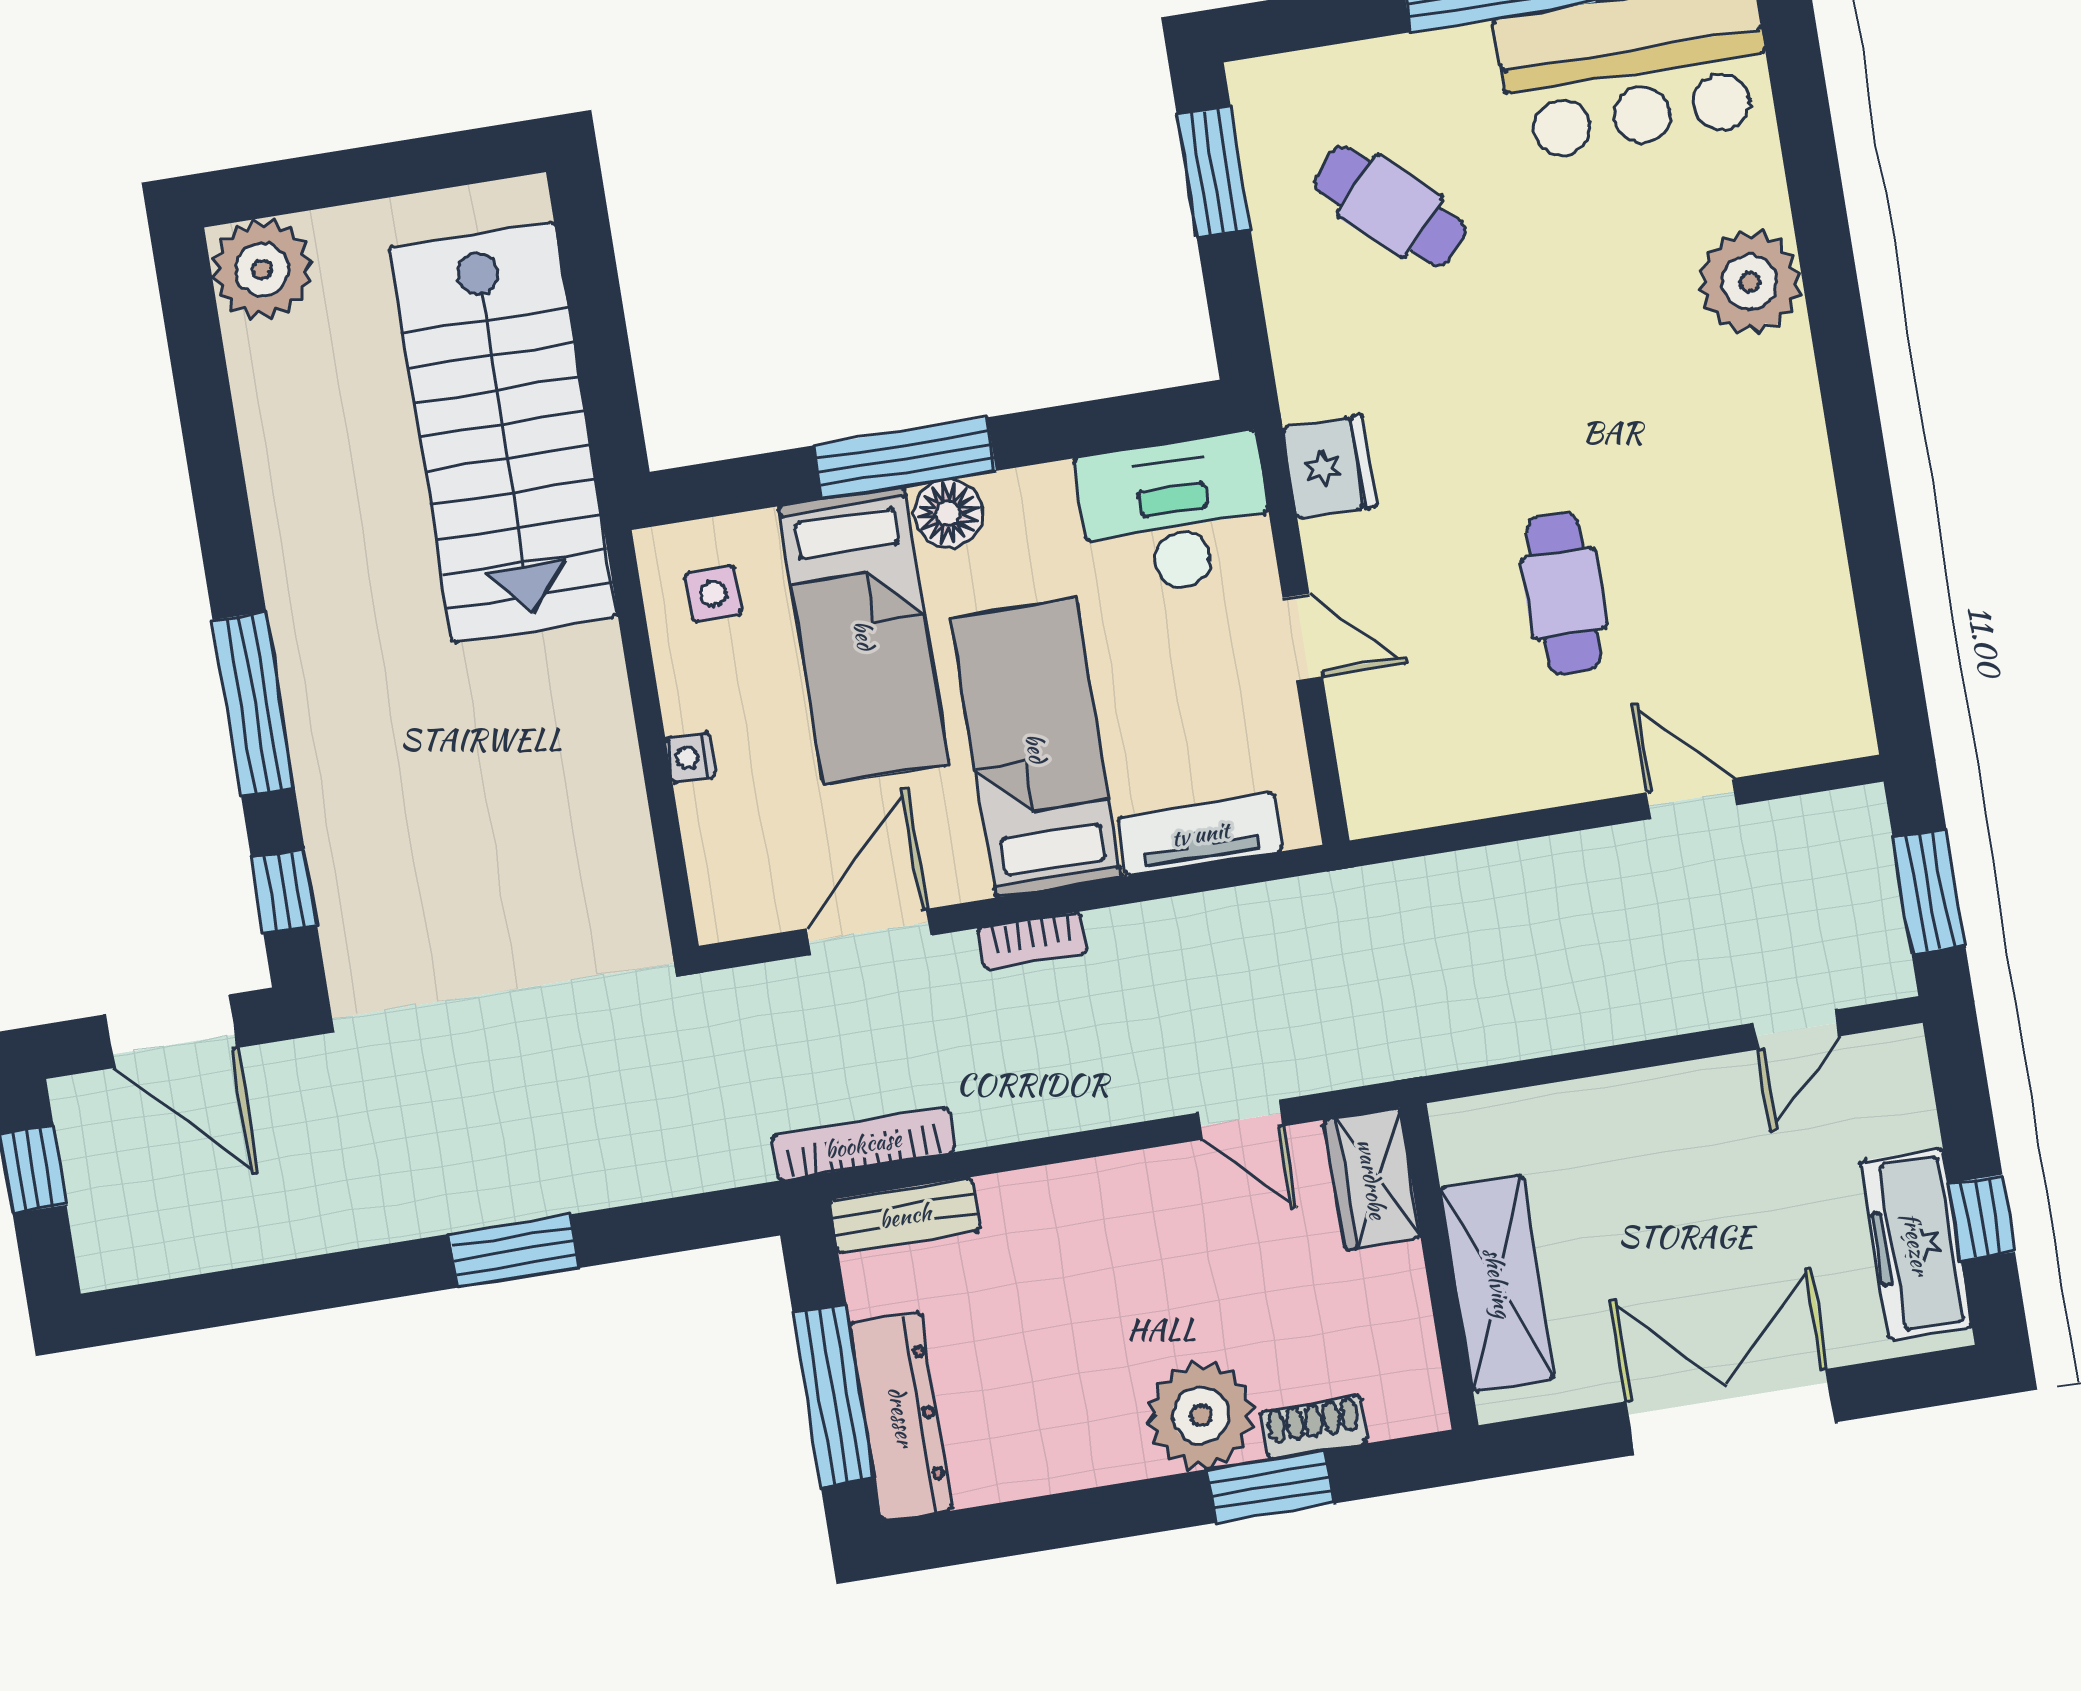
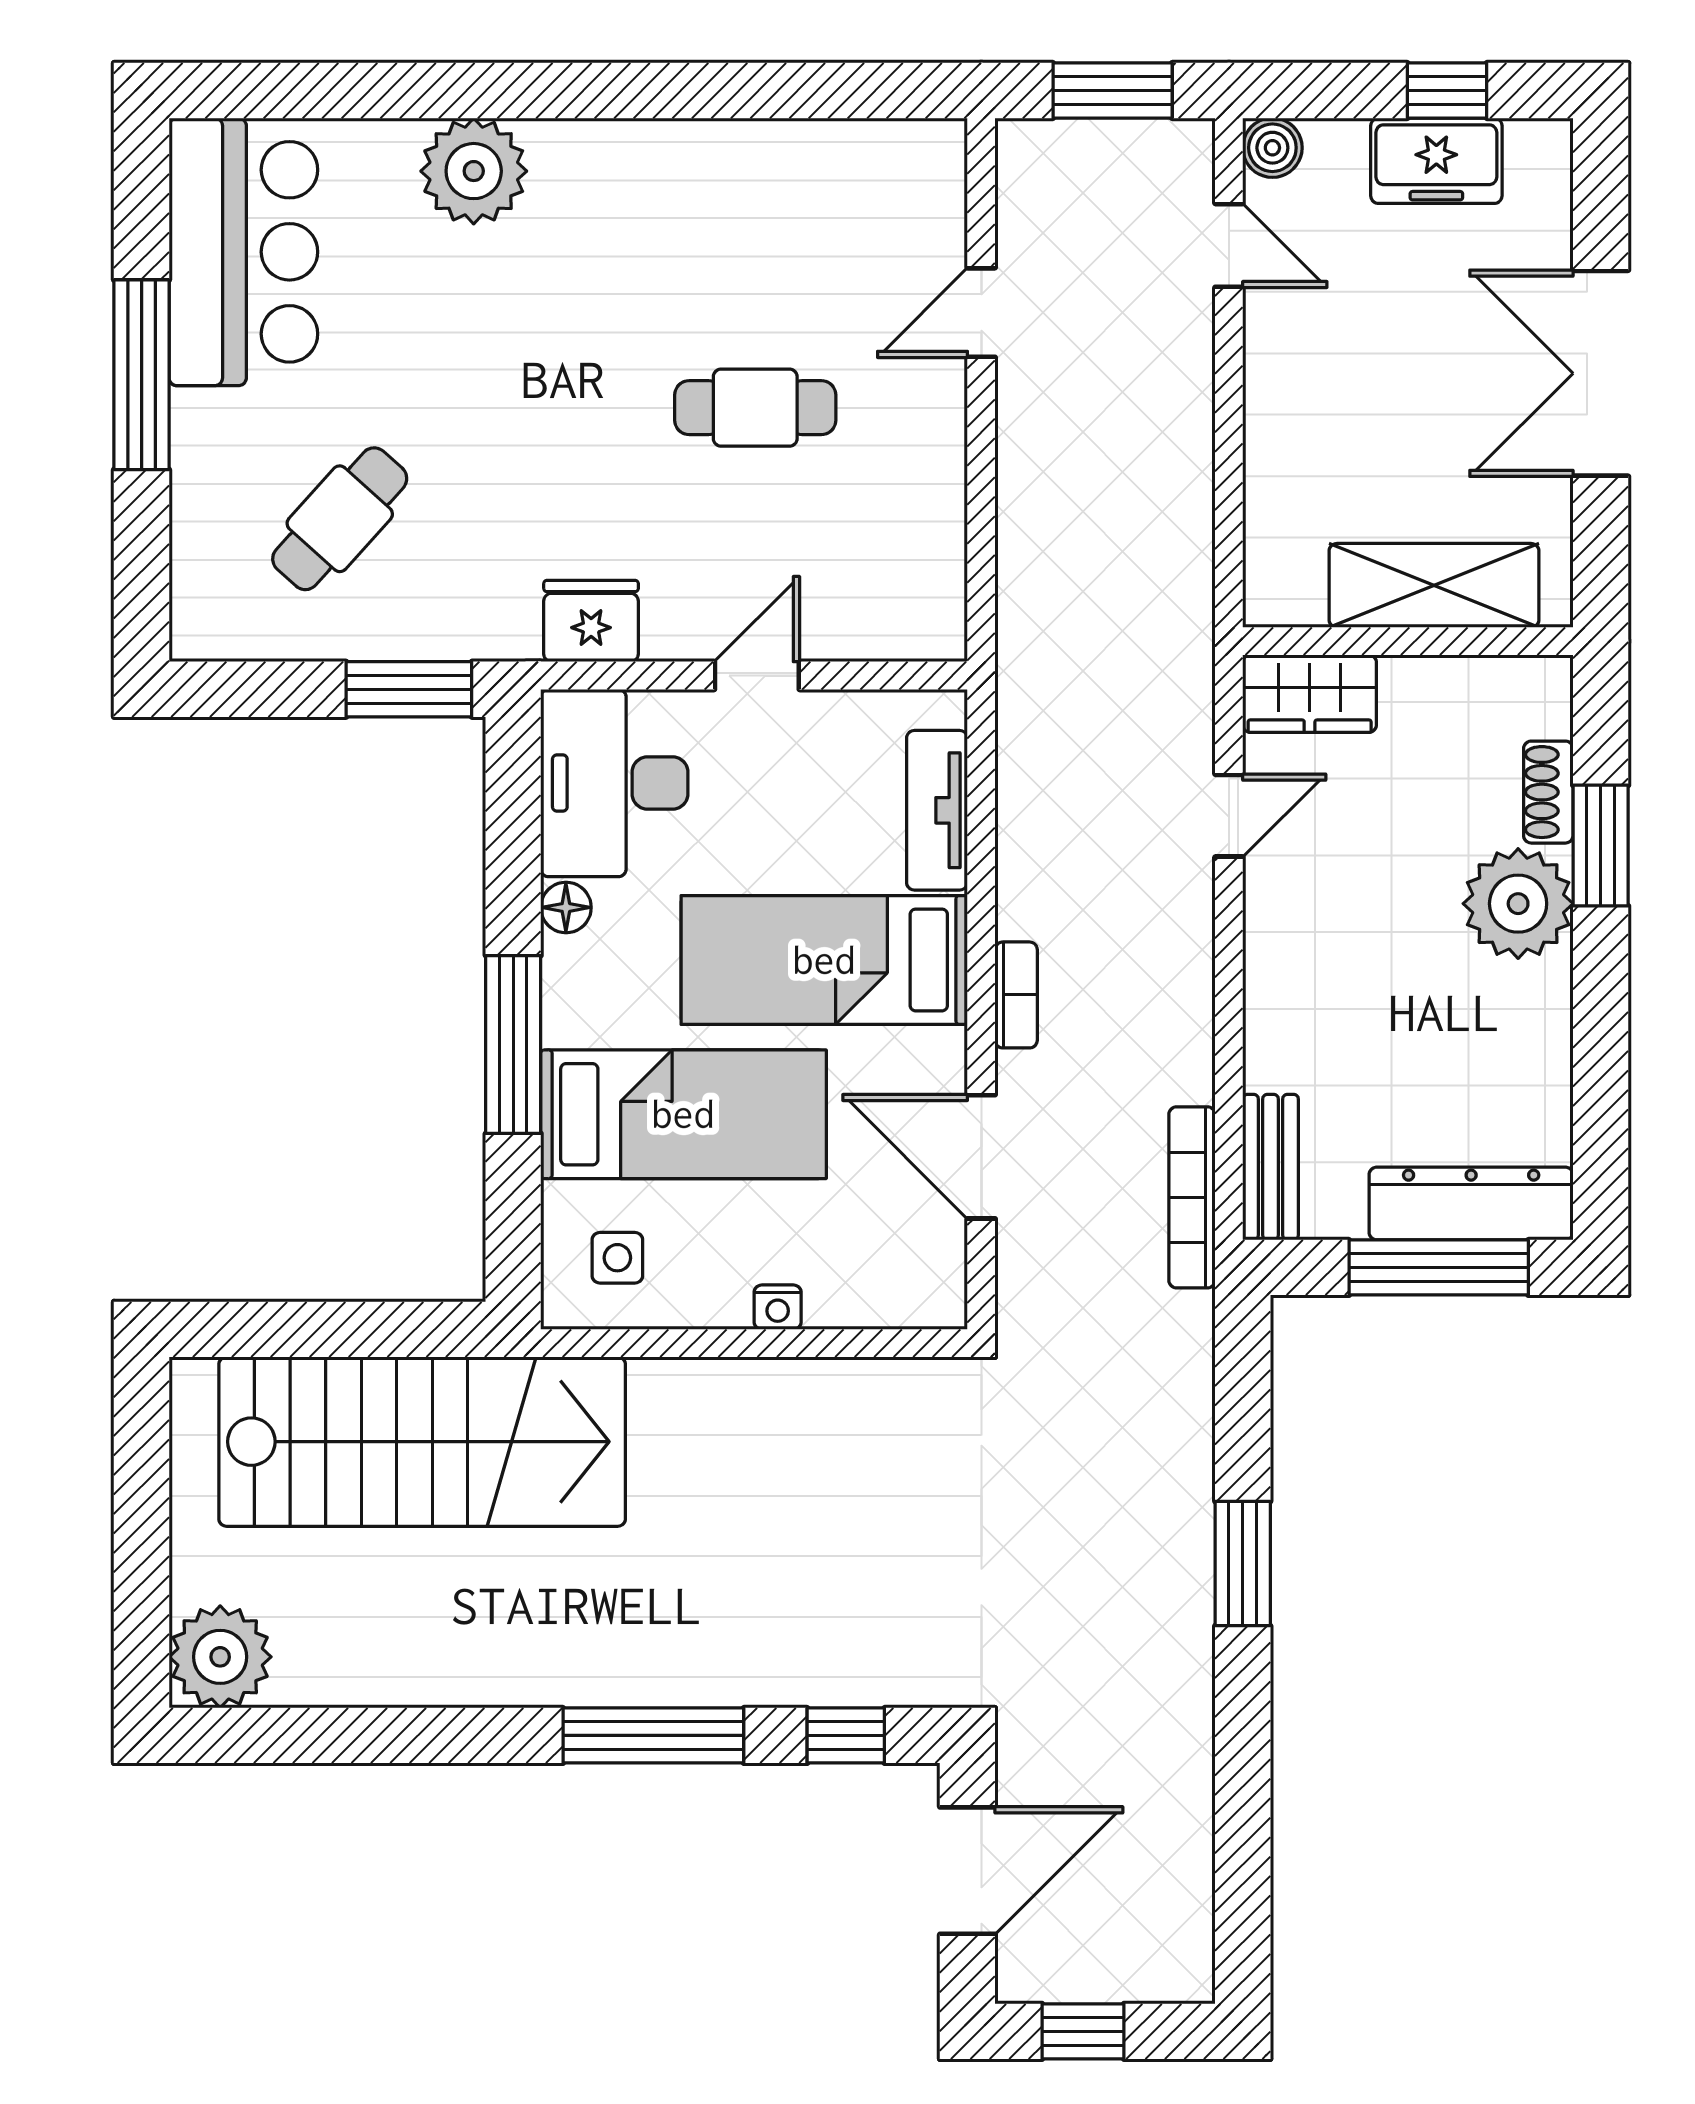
window: (1214, 172) -> (409, 689), moved
floor lamp: (948, 513) -> (566, 907), moved, width x0.73, depth x0.73
boiler: (1898, 1057) -> (1272, 148), added
freezer: (1916, 1244) -> (1436, 161), width x0.71

